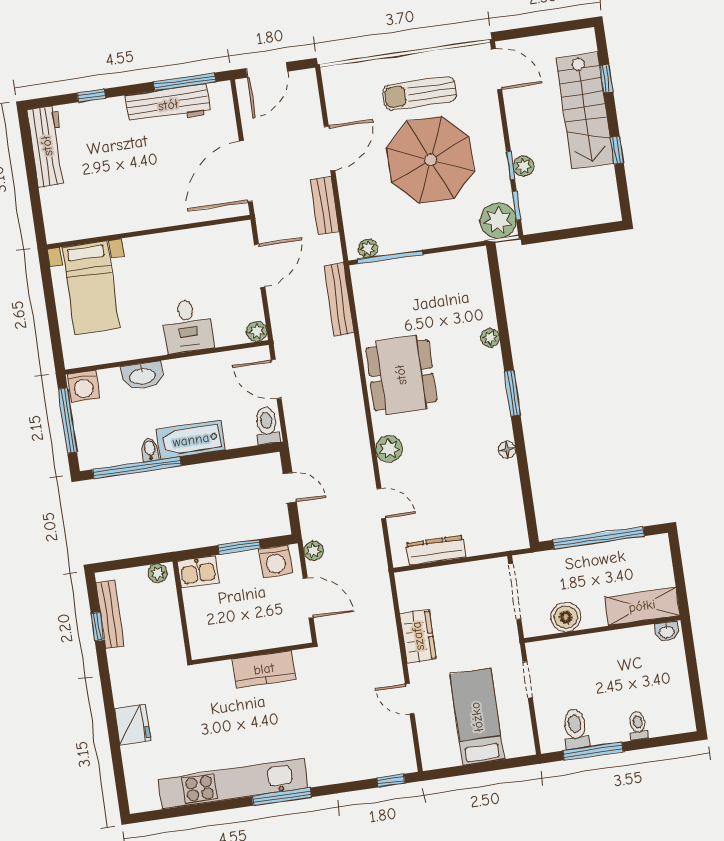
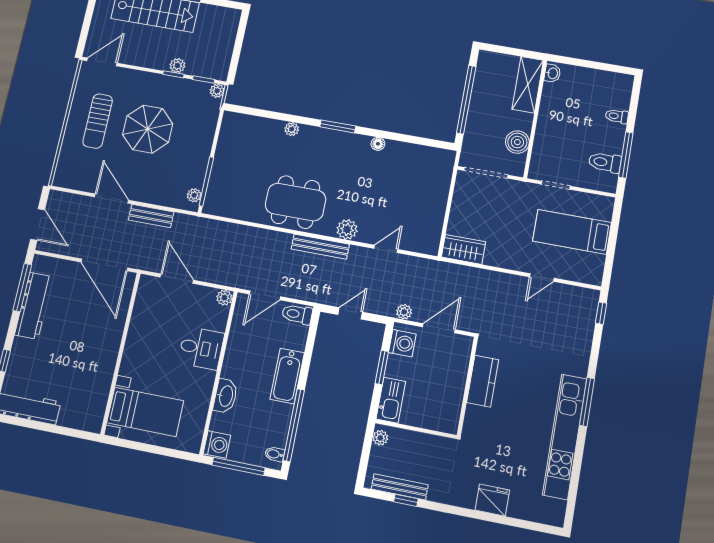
parasol: (430, 160) -> (148, 129), width x0.73, depth x0.73
plant: (498, 221) -> (217, 91), width x0.53, depth x0.53
bench: (339, 299) -> (320, 247), moved
bidet: (150, 450) -> (275, 454), moved
dresser: (436, 550) -> (435, 220), removed
kitchen sink: (198, 572) -> (391, 400), width x1.38
wardrobe: (418, 636) -> (463, 249), moved

